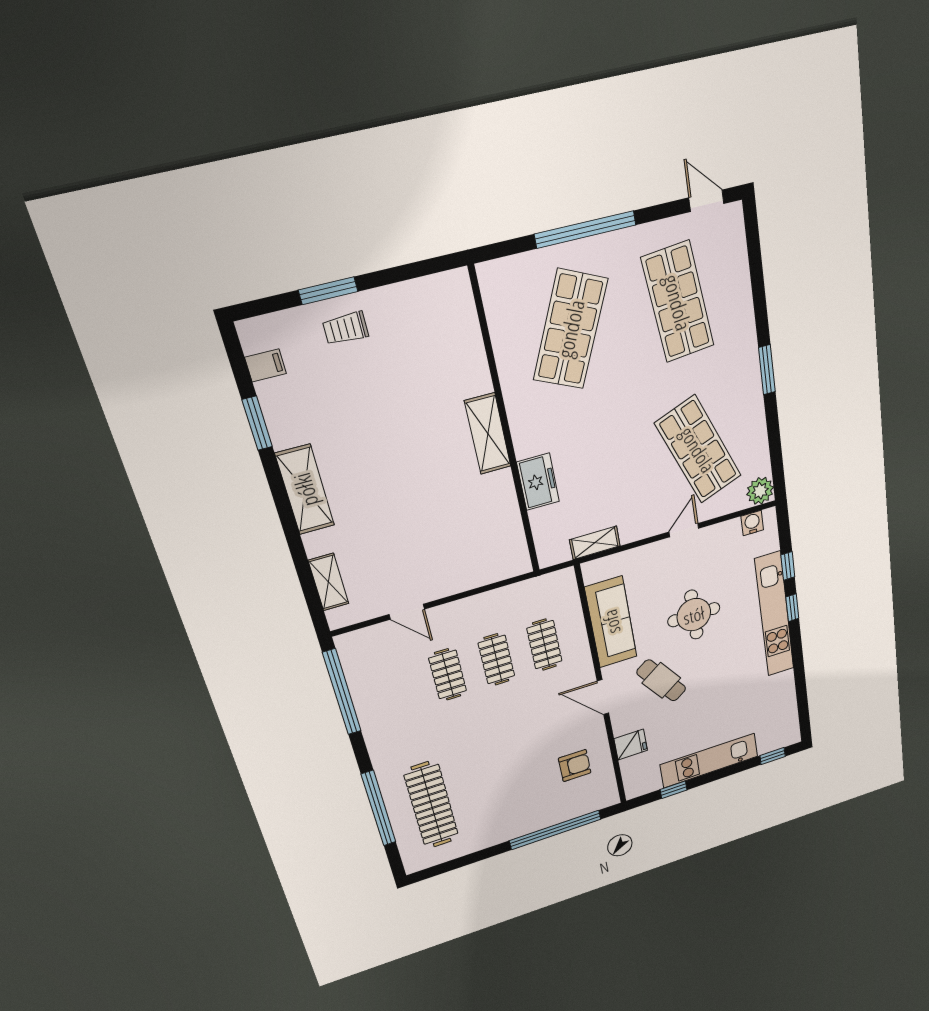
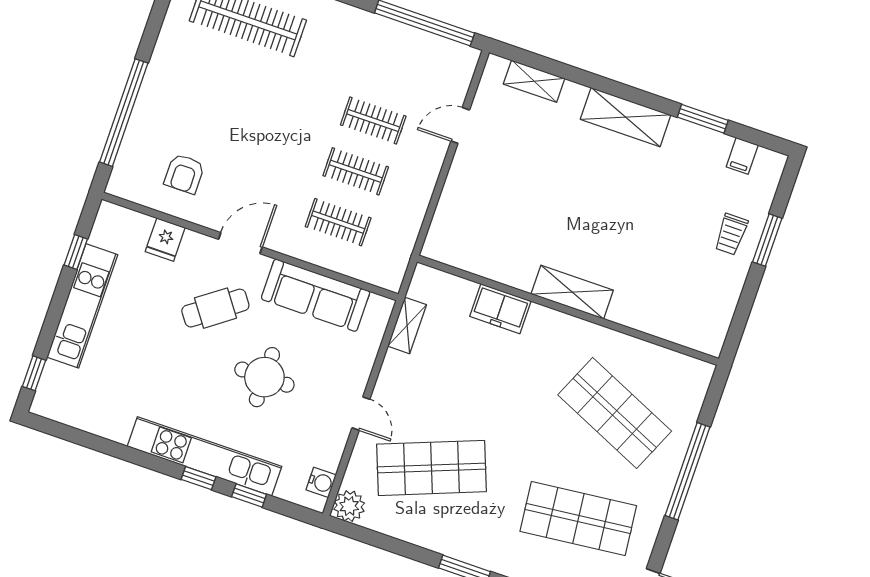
trolley: (346, 328) -> (731, 234), turned 180

